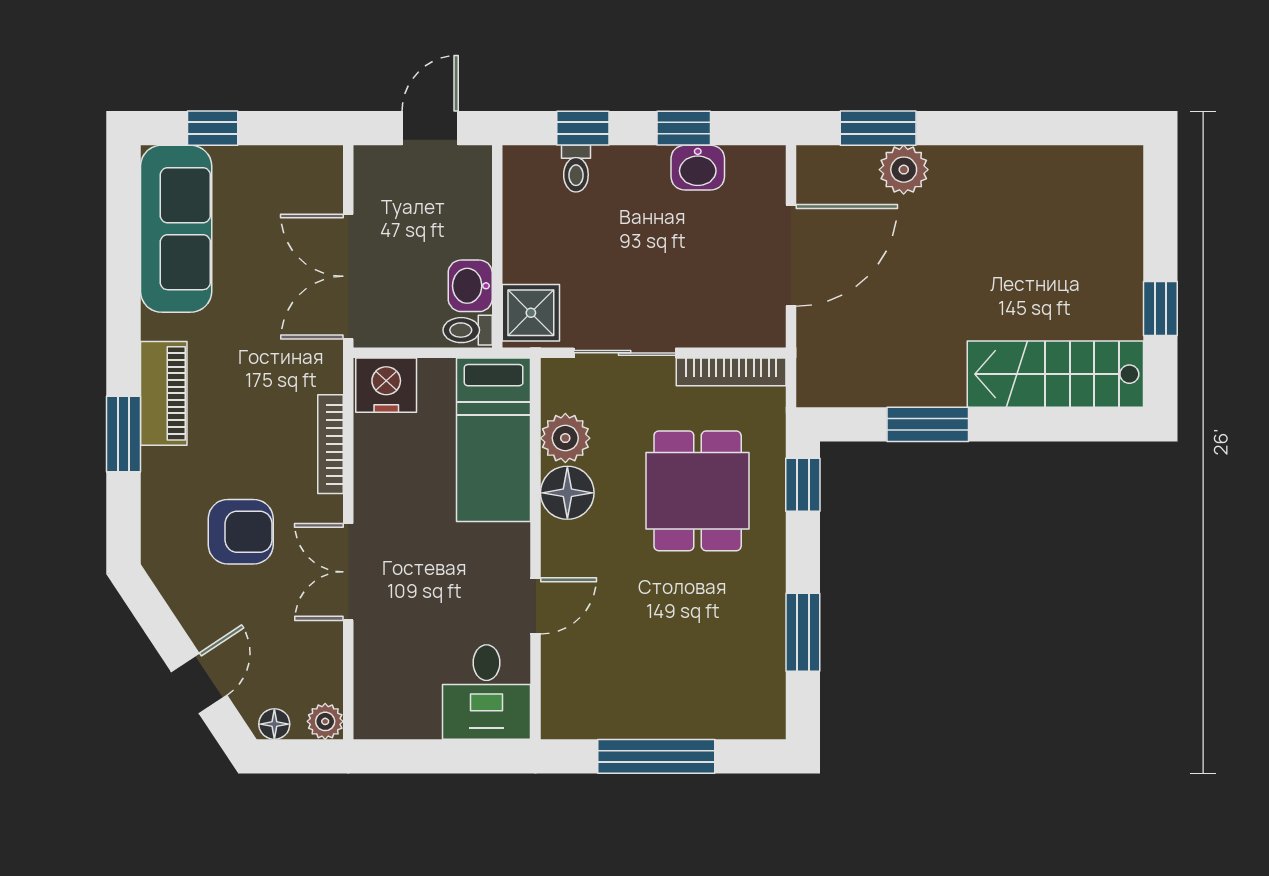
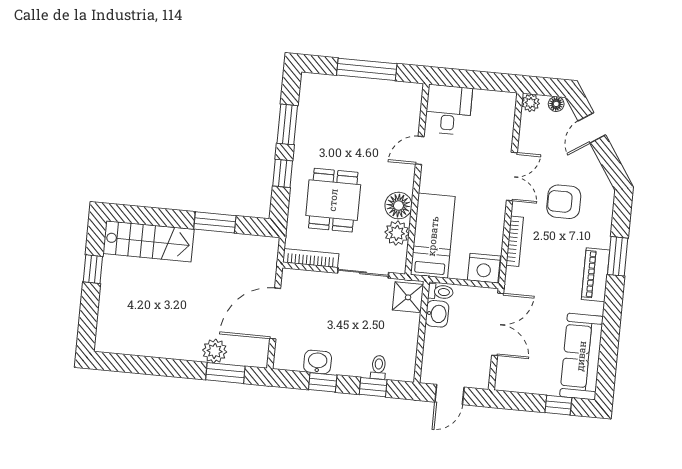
window: (803, 485) -> (283, 173), moved

